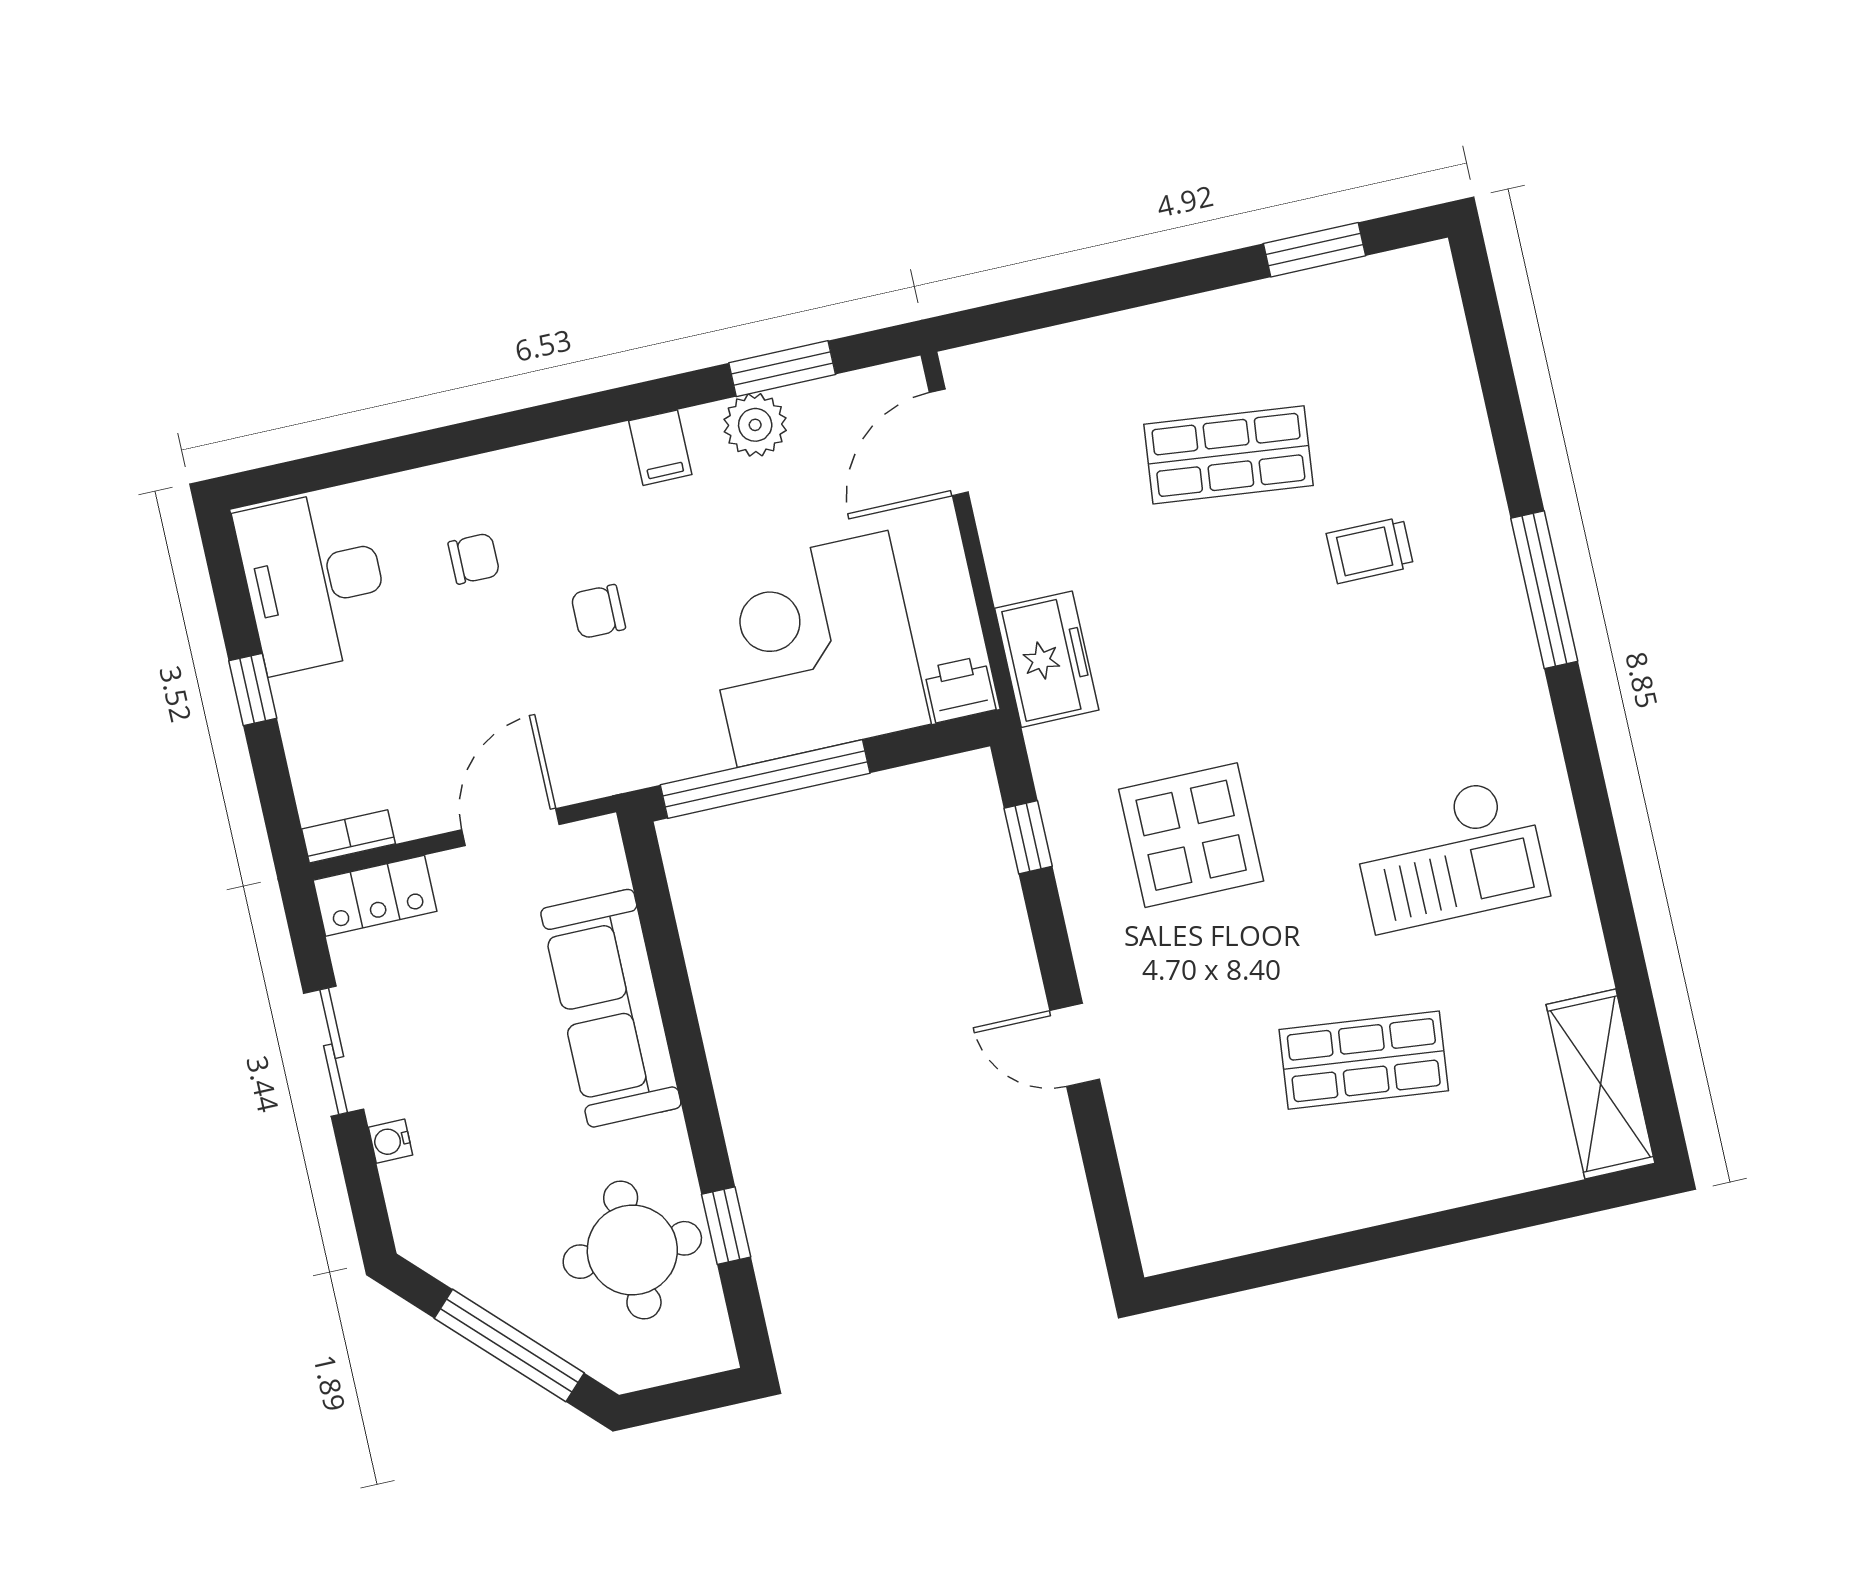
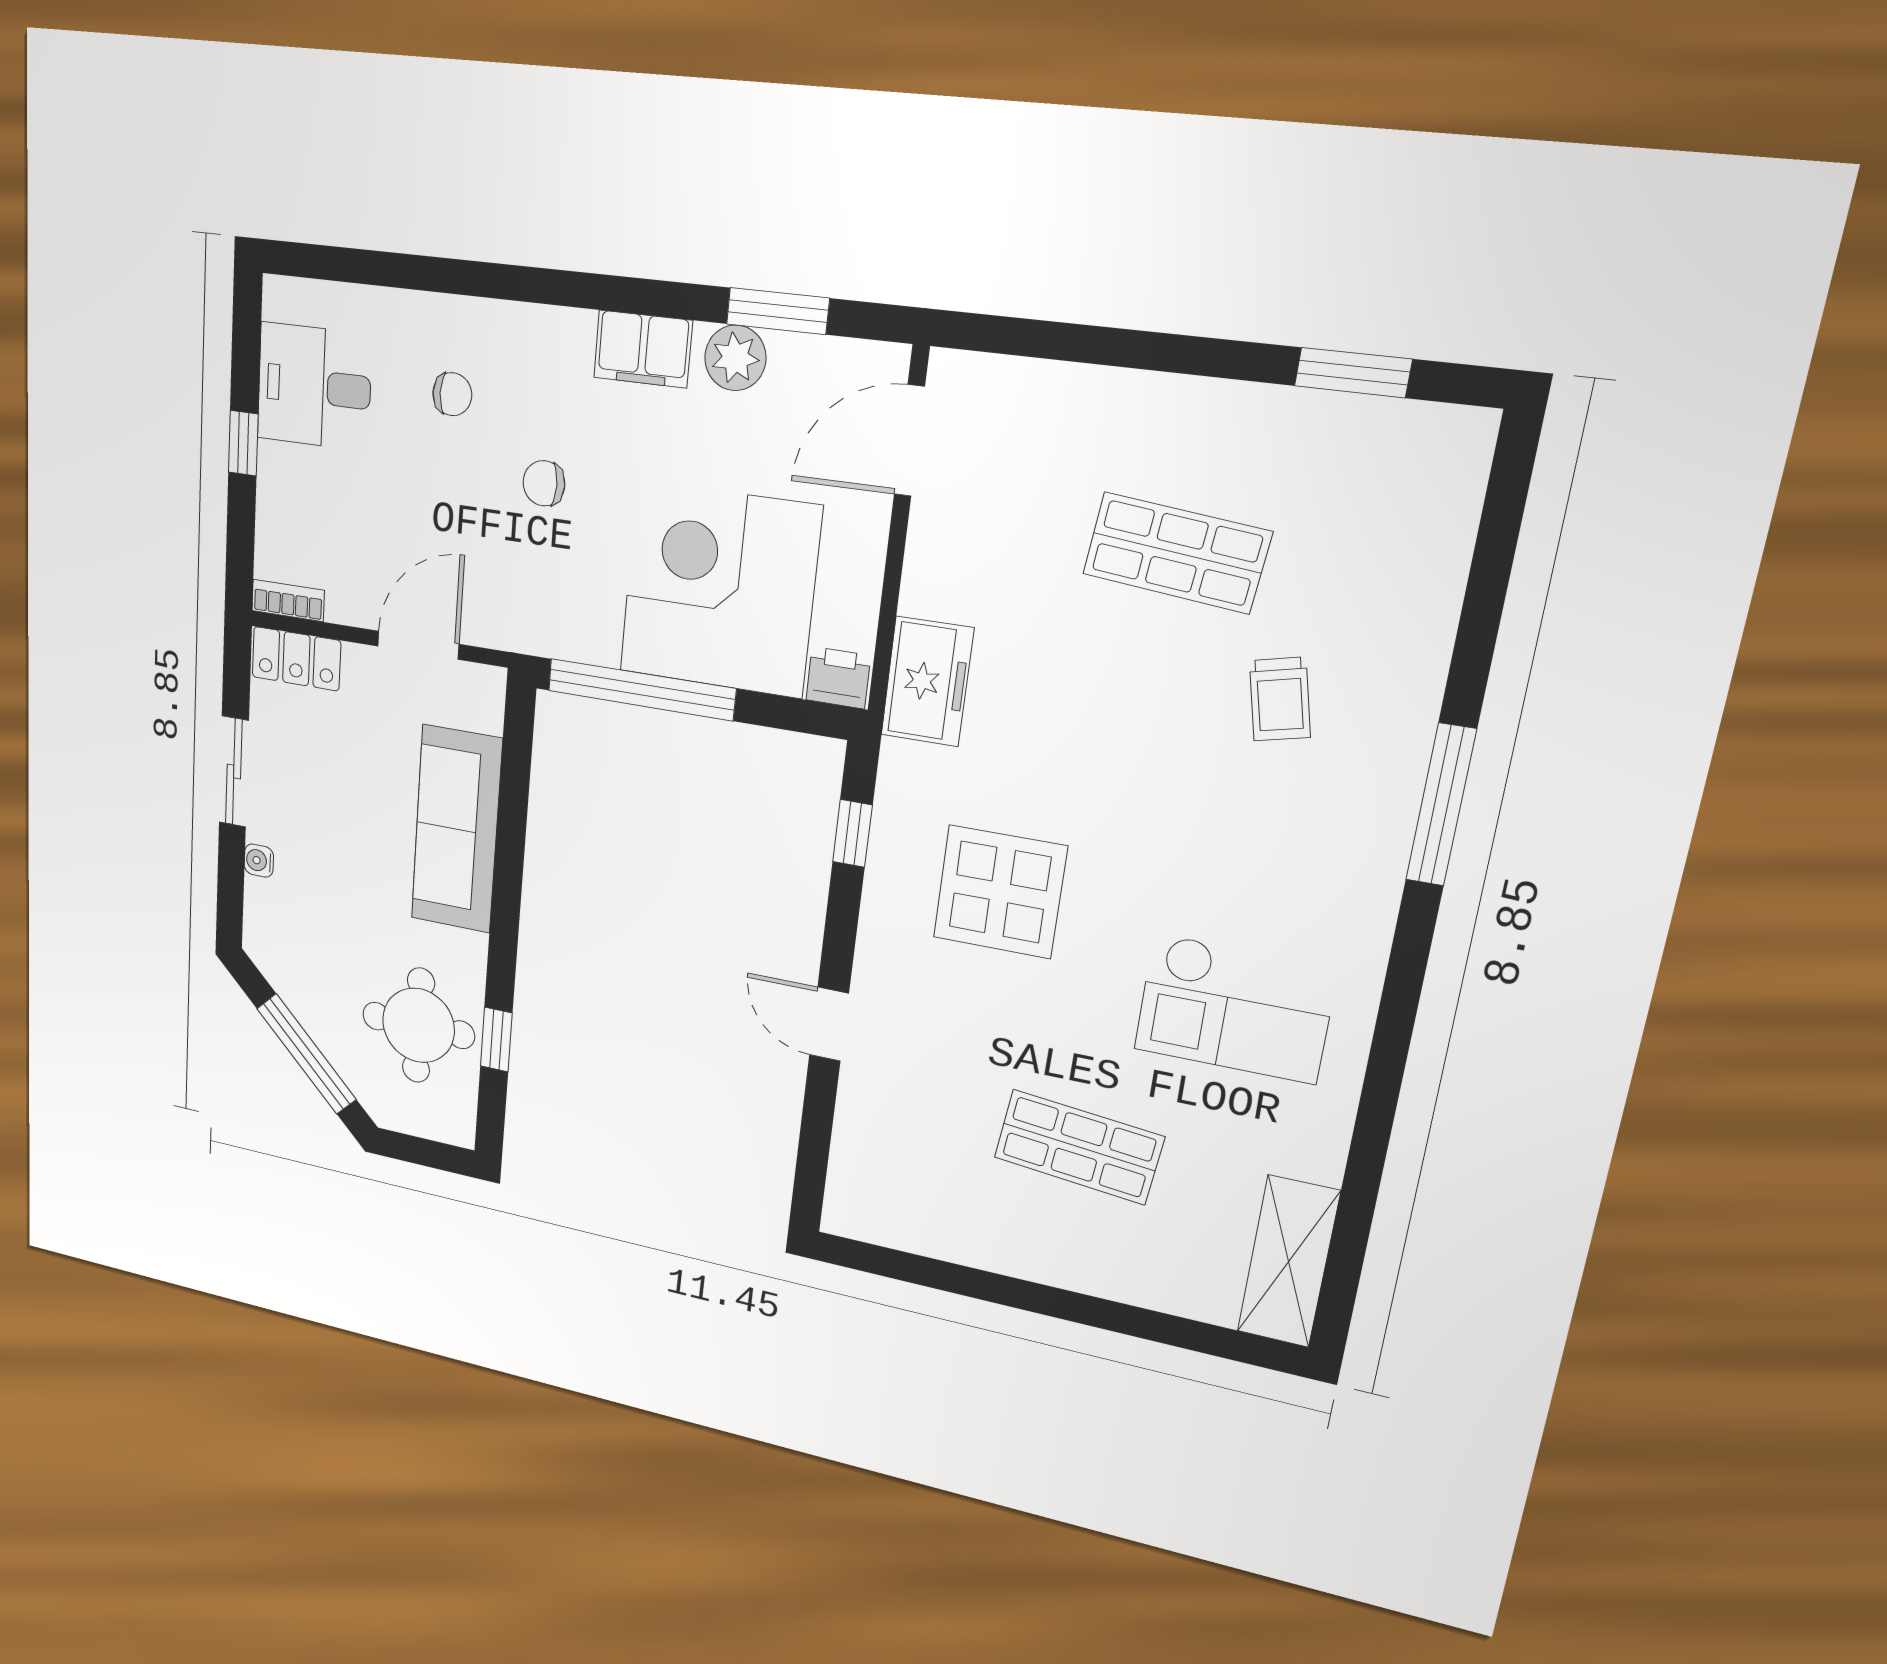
filing cabinet: (660, 448) -> (643, 349), width x2.00
trolley: (1370, 550) -> (1280, 699), turned -103
desk: (314, 581) -> (314, 387), width x0.73

